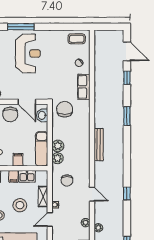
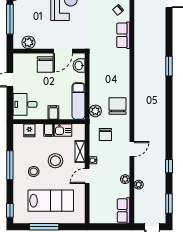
window: (127, 78) -> (169, 26), removed
door: (27, 102) -> (63, 51), hinge flipped
chair: (65, 109) -> (117, 106), moved
bench: (99, 145) -> (139, 97), removed
plant: (58, 146) -> (96, 98), removed
door: (92, 194) -> (132, 149), hinge flipped
window: (127, 194) -> (169, 166), moved

